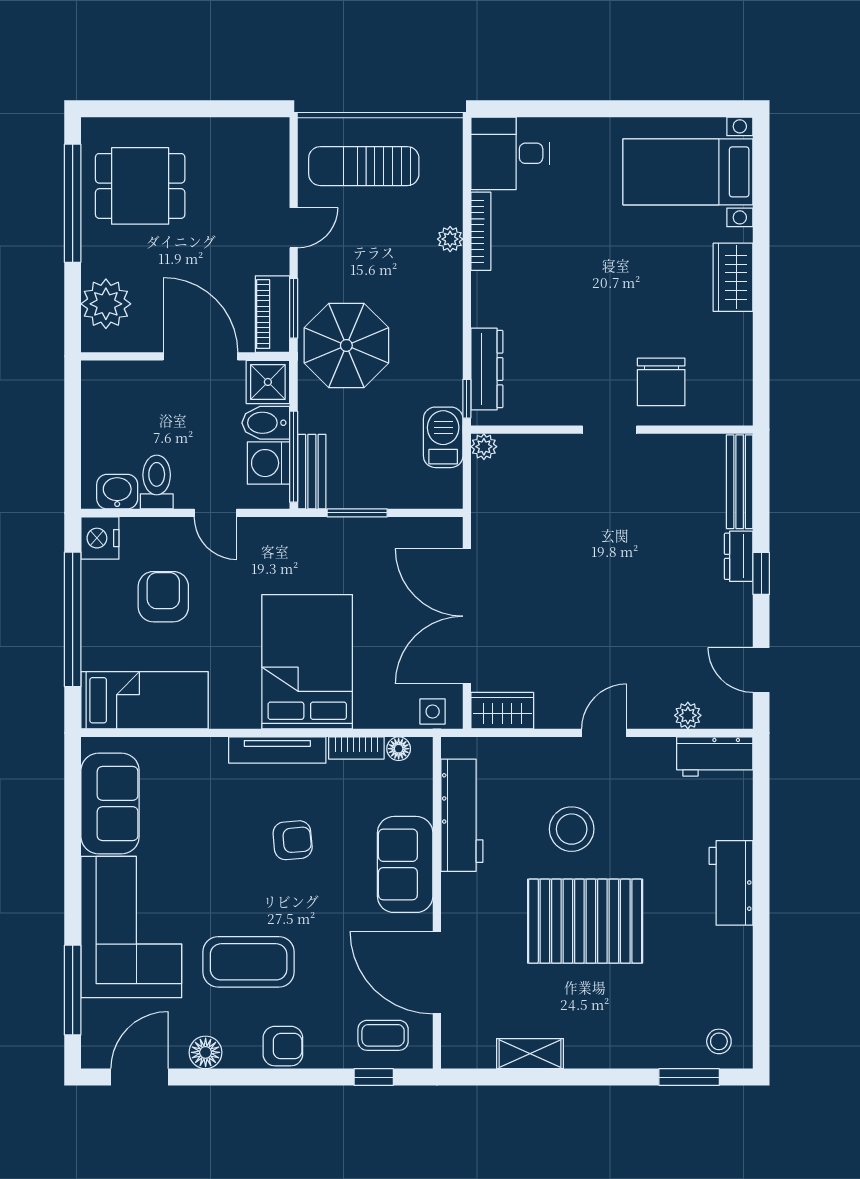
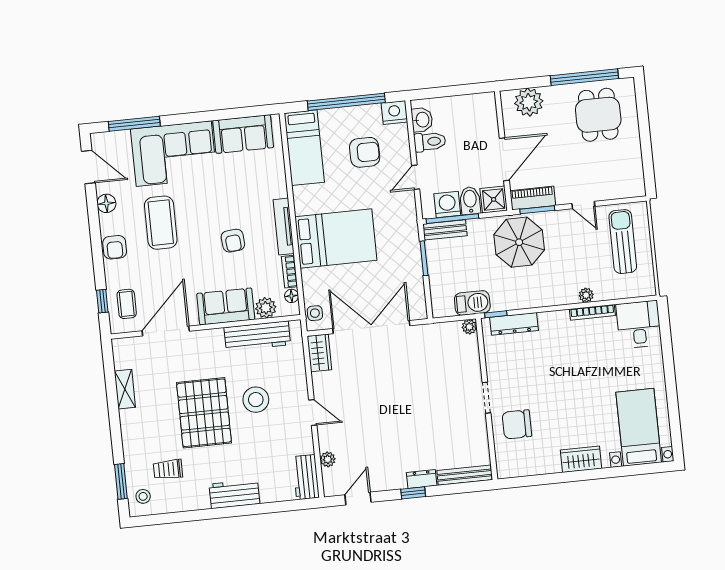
plant: (415, 796) -> (266, 308), added
trolley: (677, 993) -> (168, 469), added

